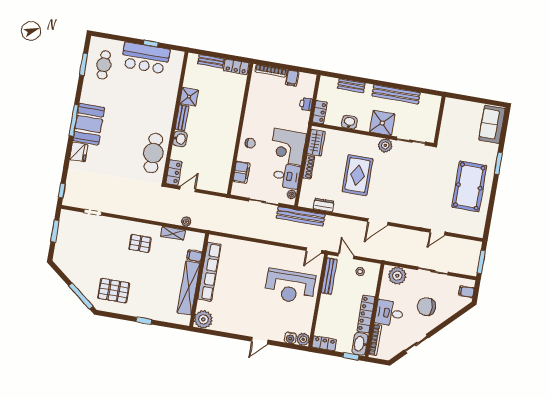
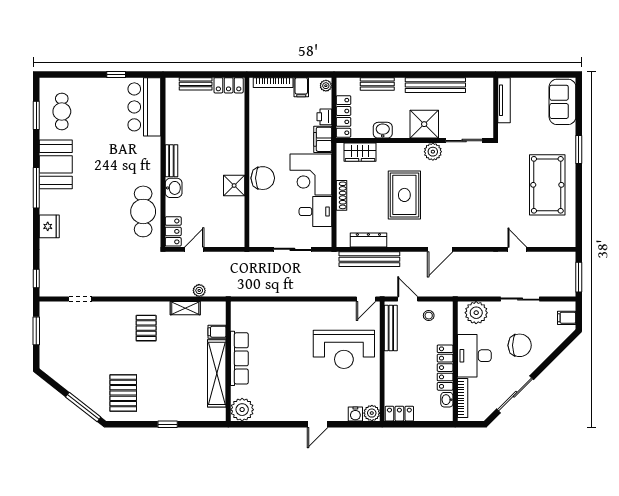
bar counter: (145, 58) -> (144, 107), moved, turned 90
shower: (189, 97) -> (234, 185), moved
locker: (320, 112) -> (343, 116), width x1.53
tv unit: (447, 115) -> (504, 100), added
booth: (89, 124) -> (56, 164), moved
chair: (250, 143) -> (263, 178), width x1.87, depth x1.87
wardrobe: (316, 143) -> (360, 152), moved, turned 90
filing cabinet: (241, 172) -> (323, 139), moved, turned 180
plant: (292, 194) -> (326, 86), moved
dresser: (324, 205) -> (368, 240), width x1.44
bench: (301, 216) -> (369, 259), moved
door: (437, 232) -> (517, 249), swing flipped
pallet: (140, 243) -> (146, 328), turned 90
row of seats: (209, 272) -> (239, 358), width x0.73
pallet: (114, 291) -> (123, 393), turned 90
chair: (426, 307) -> (520, 345), turned 180
desk: (389, 313) -> (474, 356), width x1.37
washbasin: (360, 344) -> (447, 400), width x0.52, depth x0.69
sliding door: (416, 344) -> (515, 394), width x1.37
window: (351, 356) -> (435, 424), removed

